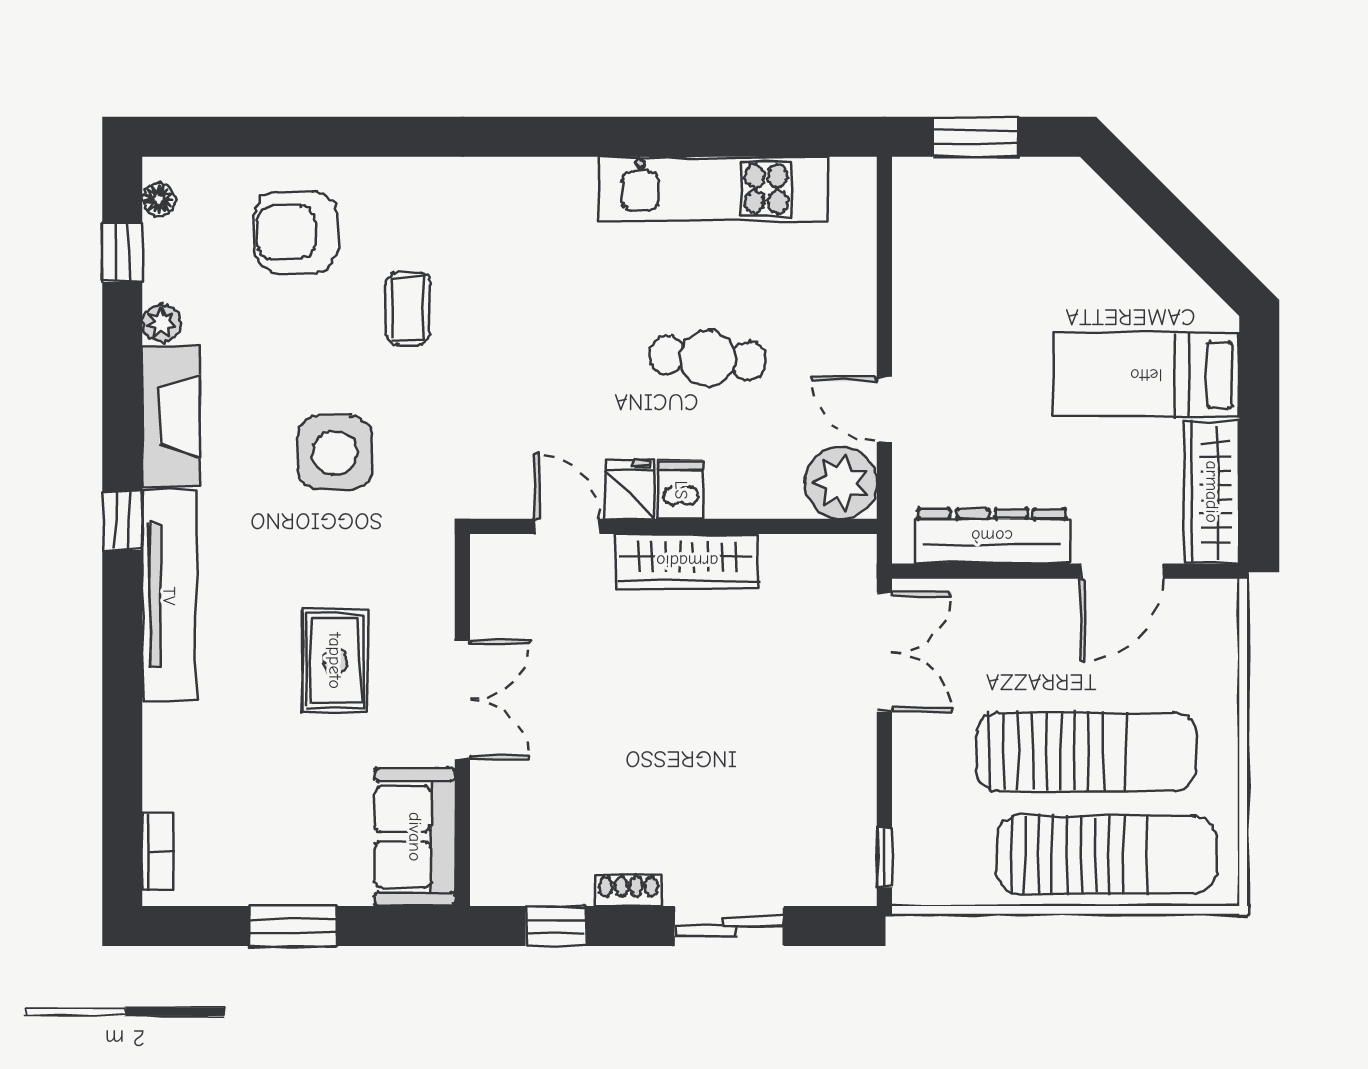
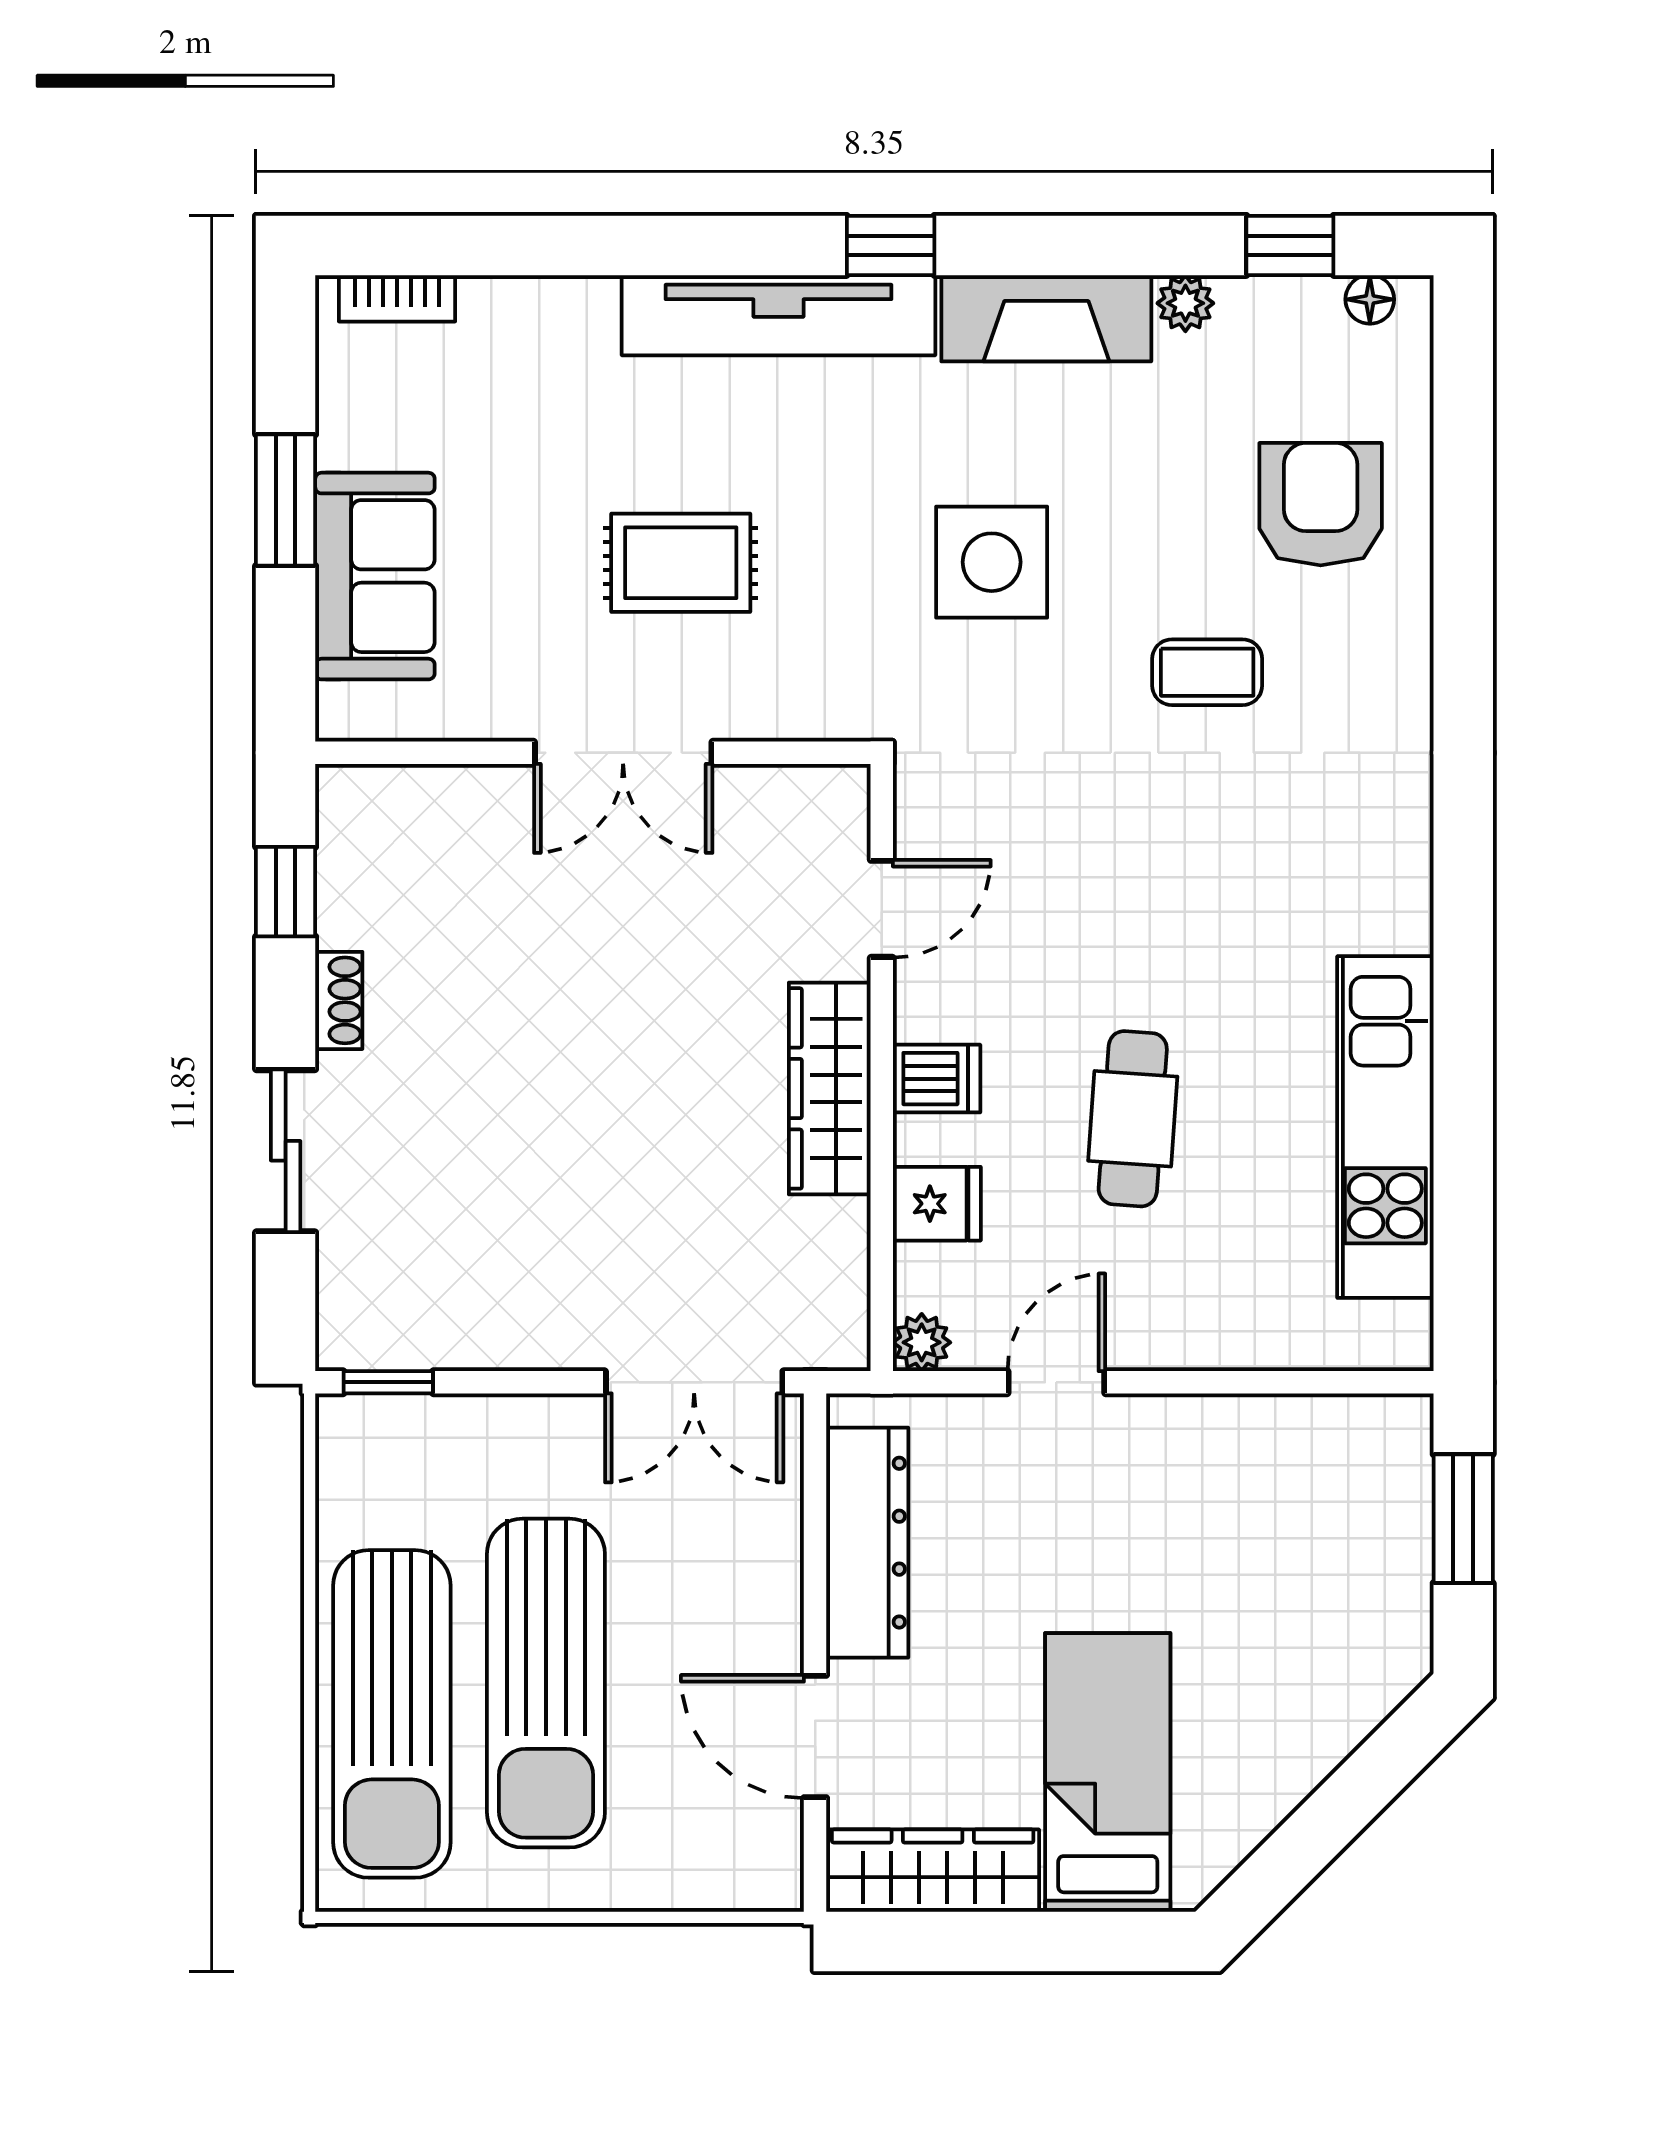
plant: (841, 483) -> (922, 1342), width x0.53, depth x0.53
fridge: (629, 490) -> (937, 1204), moved
sofa: (415, 837) -> (375, 576), moved, turned 90

